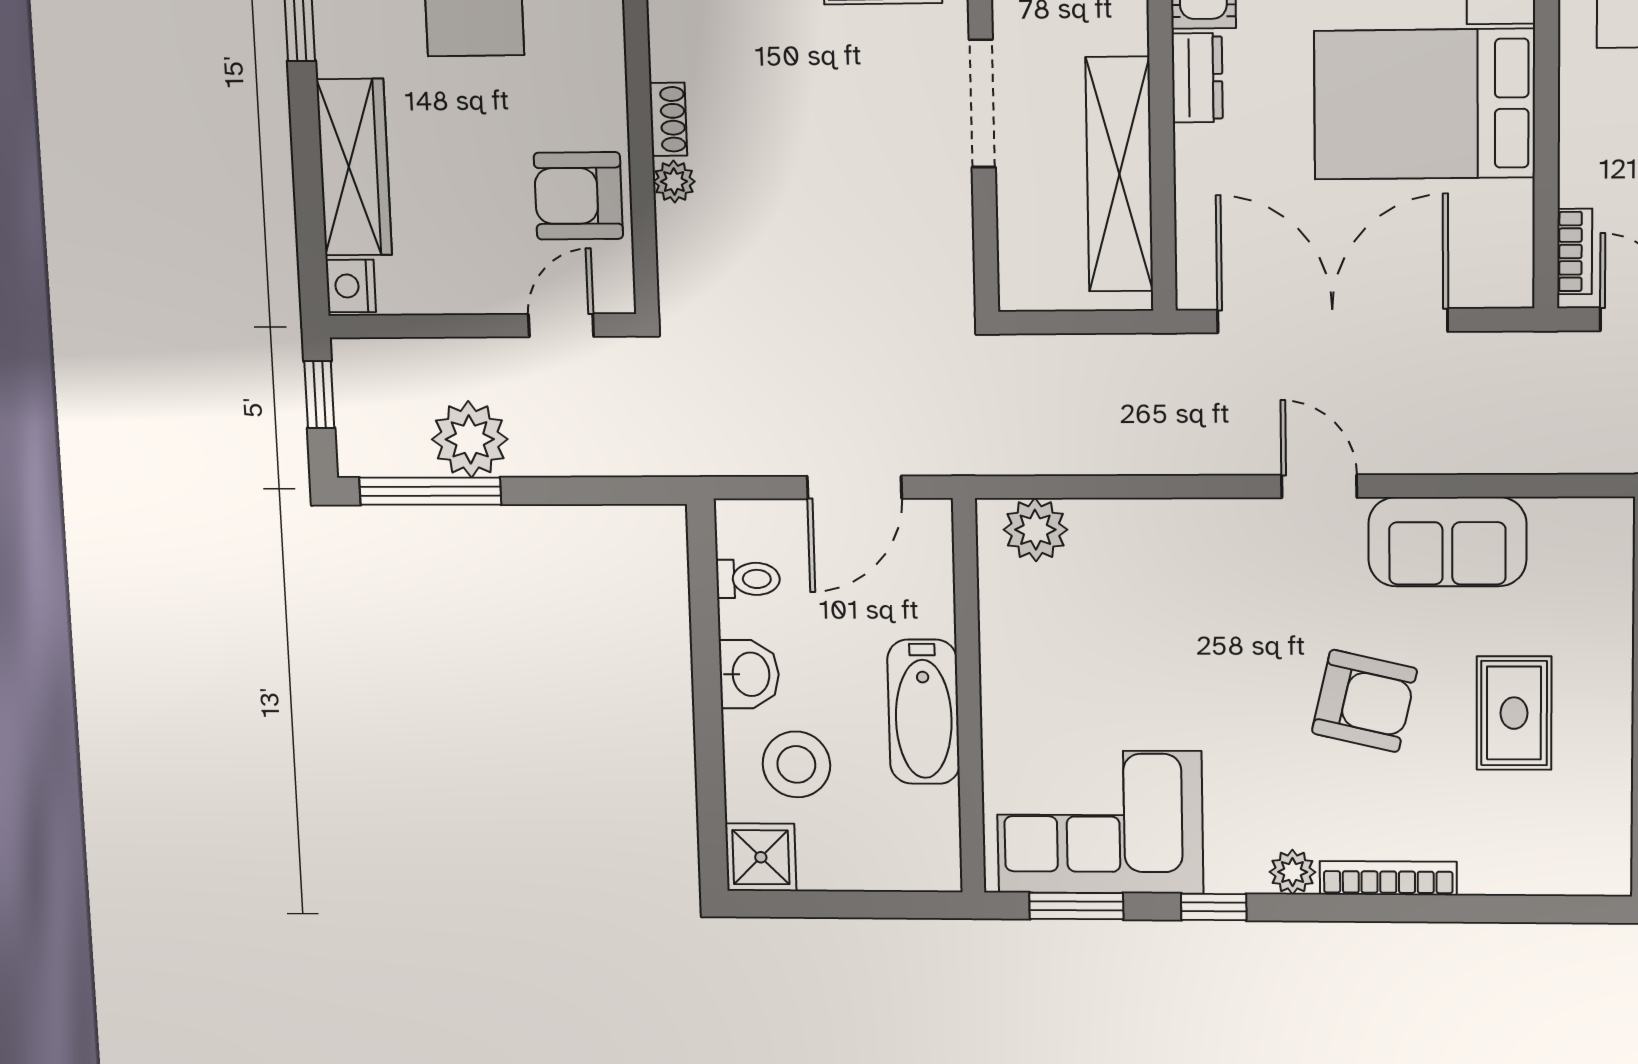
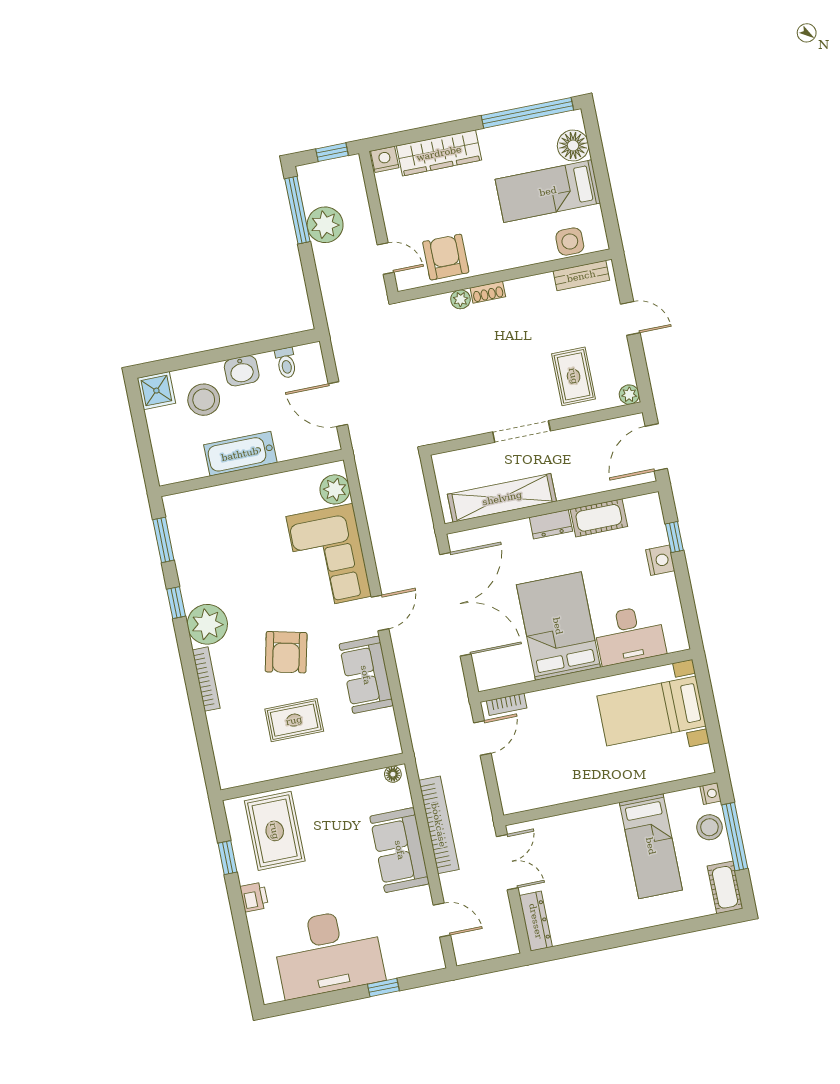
corner sofa: (1100, 822) -> (329, 556), moved, turned 180
plant: (1293, 872) -> (207, 624), width x1.87, depth x1.87

